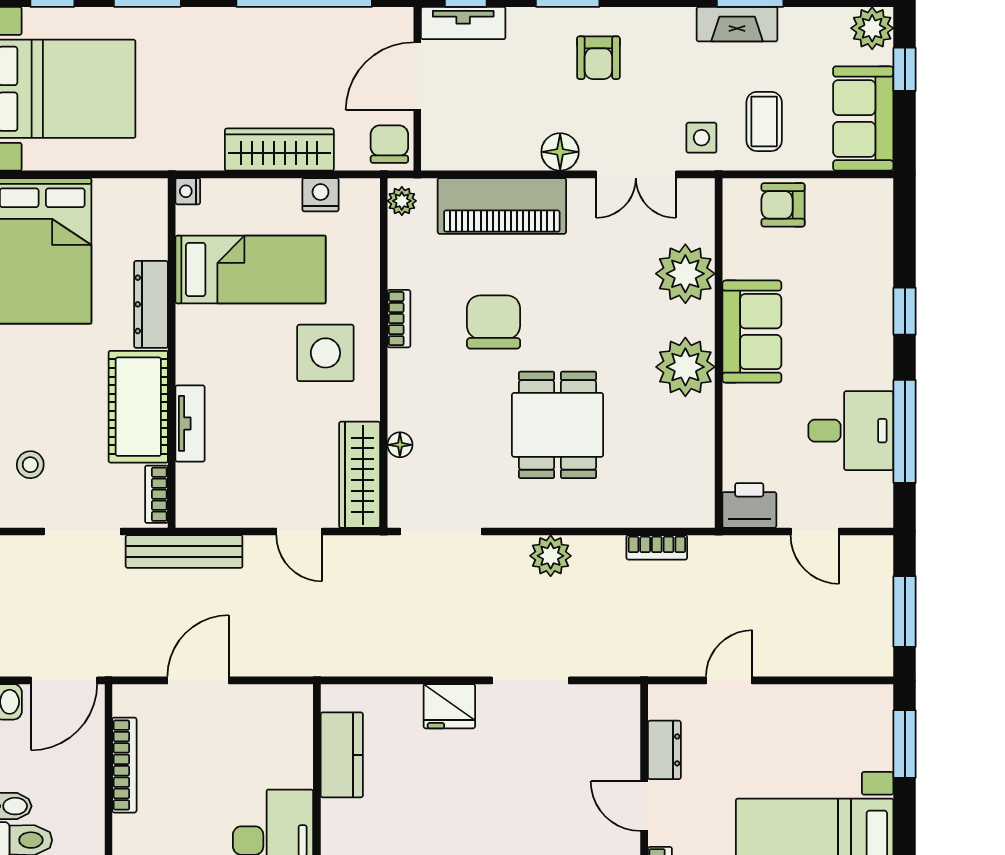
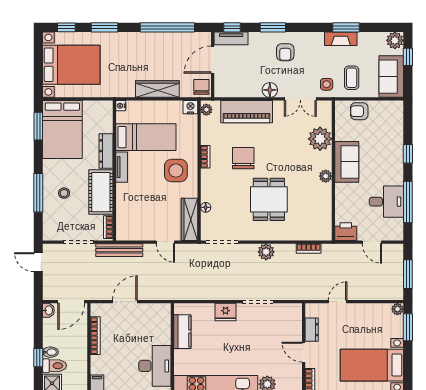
nightstand: (320, 195) -> (190, 107), moved
plant: (685, 367) -> (326, 176), width x0.53, depth x0.53
tv unit: (190, 423) -> (122, 167), moved
stool: (30, 465) -> (64, 193), moved
plant: (879, 699) -> (397, 309), added

